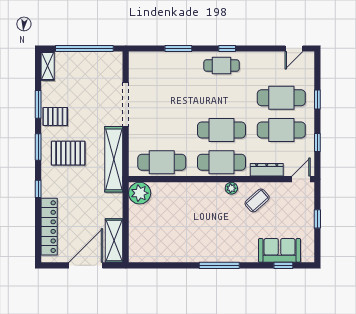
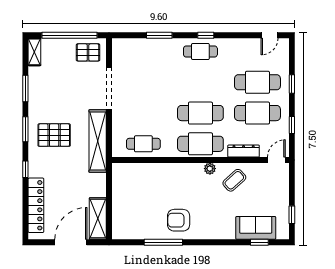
pallet: (55, 116) -> (88, 52), moved
cafe table: (162, 162) -> (143, 144), width x0.73, depth x0.74
plant: (140, 193) -> (122, 173), removed
window: (317, 219) -> (292, 215), moved
armchair: (199, 242) -> (179, 220), added
window: (219, 265) -> (163, 242), moved

